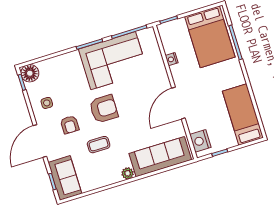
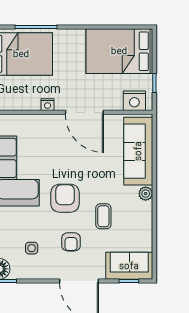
nightstand: (172, 59) -> (48, 105), moved
side table: (47, 103) -> (32, 248), moved
bed: (243, 114) -> (119, 51), width x1.50
armchair: (70, 125) -> (71, 242), turned 90

